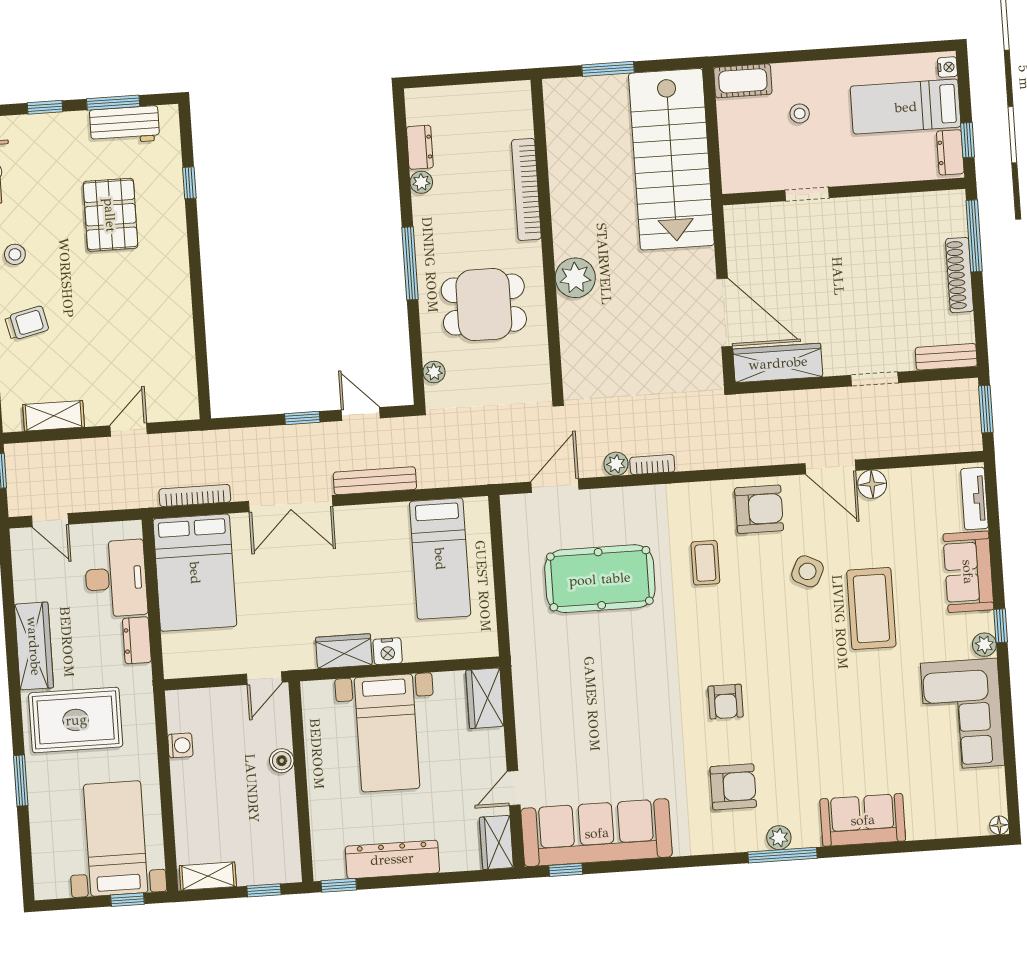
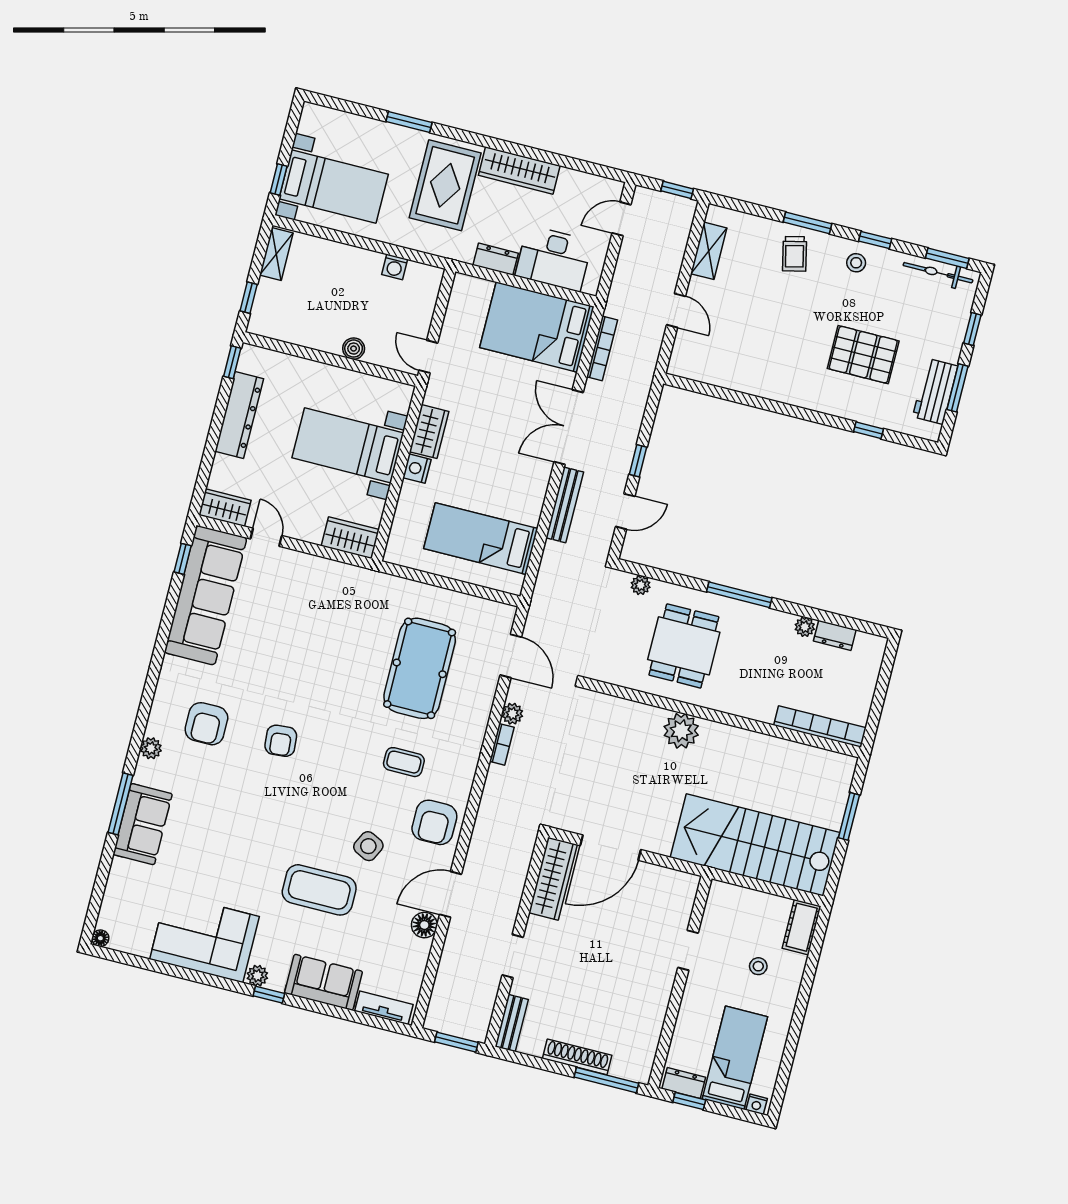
bookcase: (526, 189) -> (820, 727), moved
armchair: (726, 702) -> (281, 741), turned -95
window: (783, 855) -> (121, 804), moved

